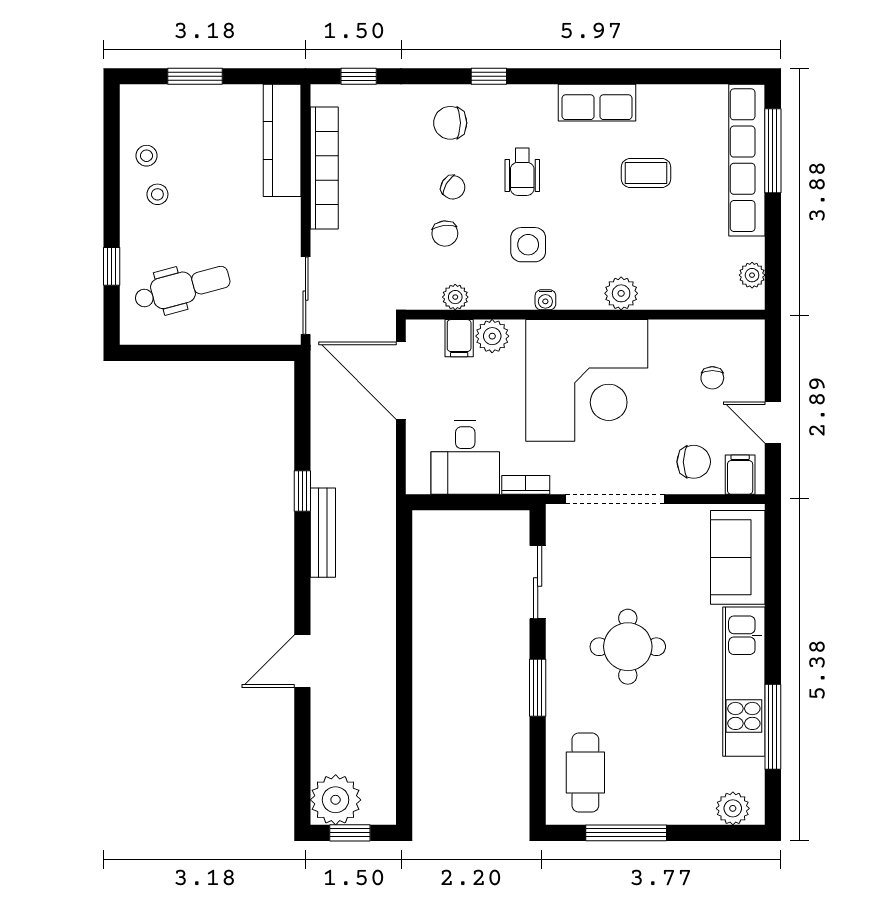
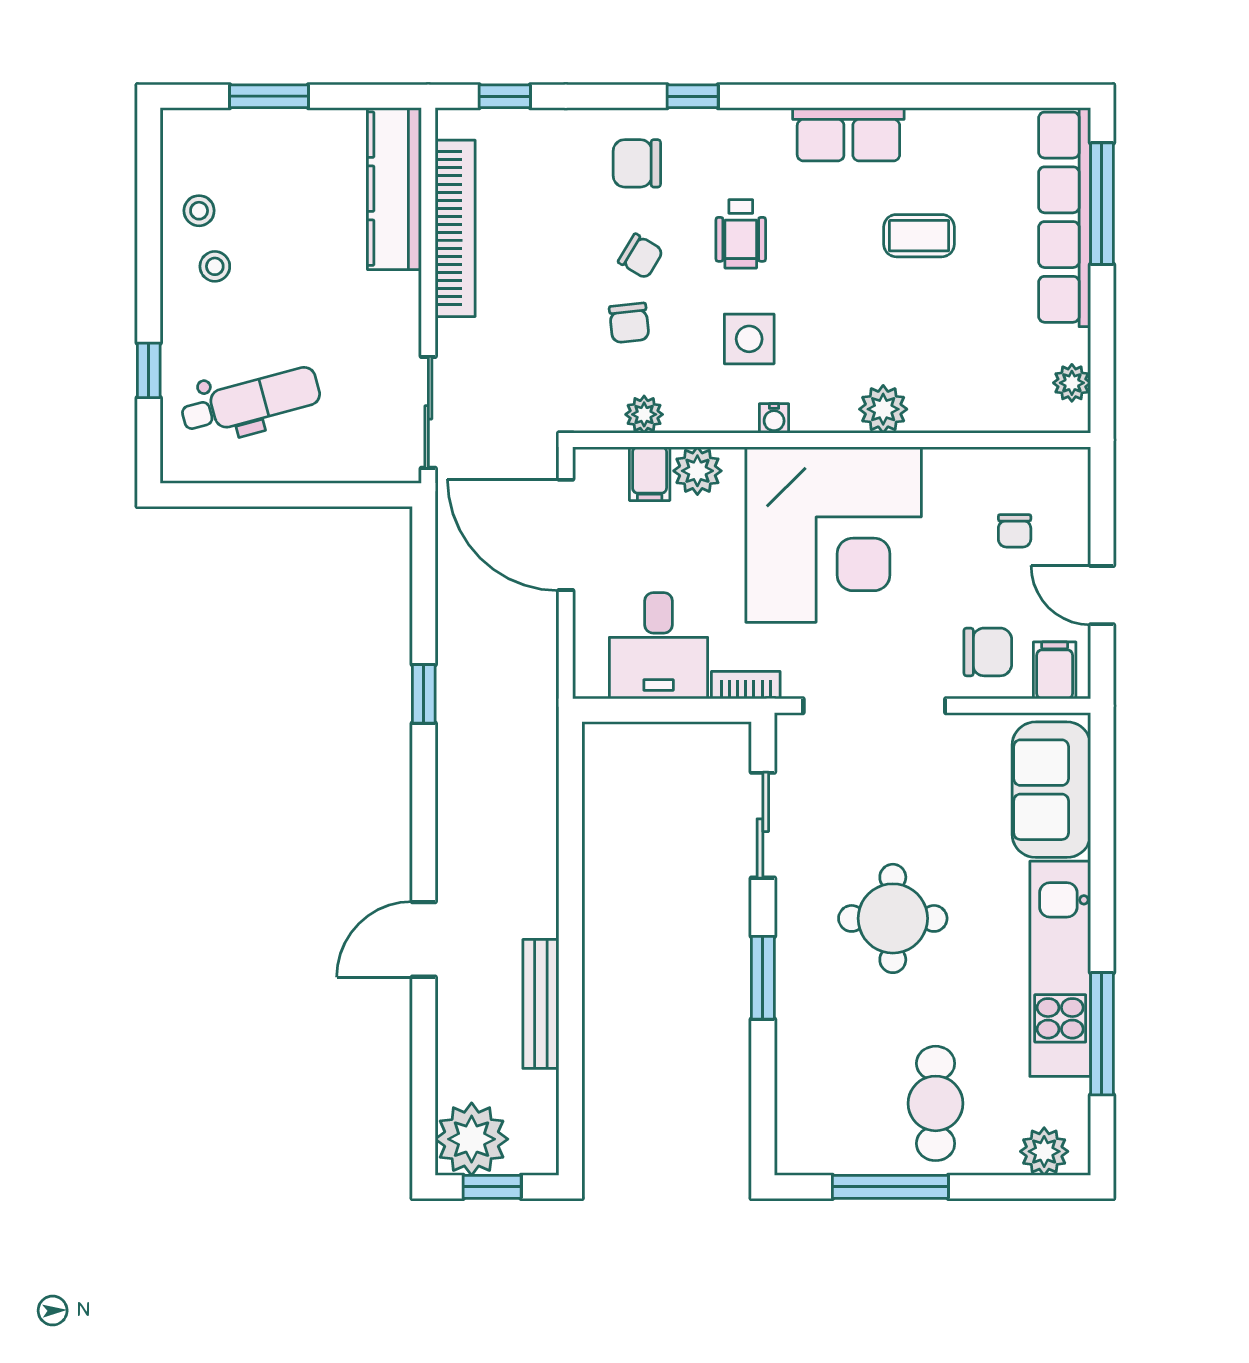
bench: (323, 533) -> (541, 1004), moved
cafe table: (585, 772) -> (936, 1103), moved

